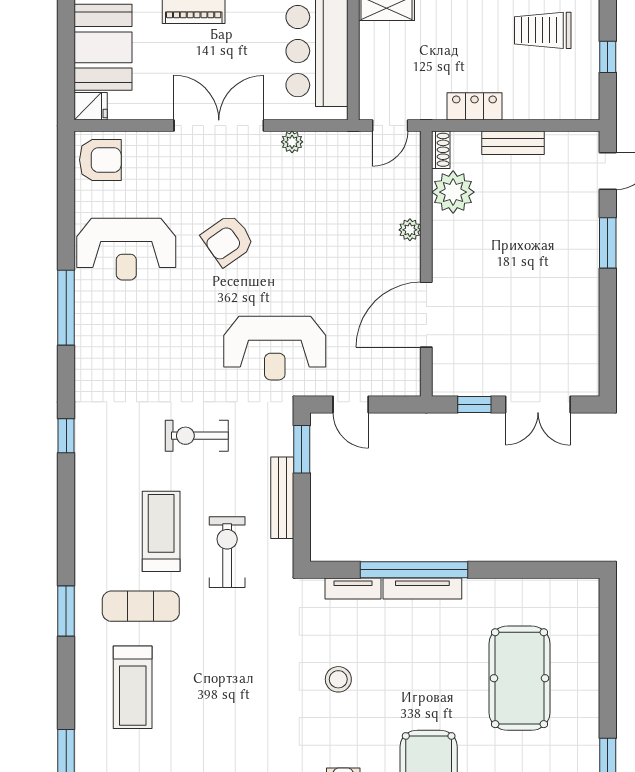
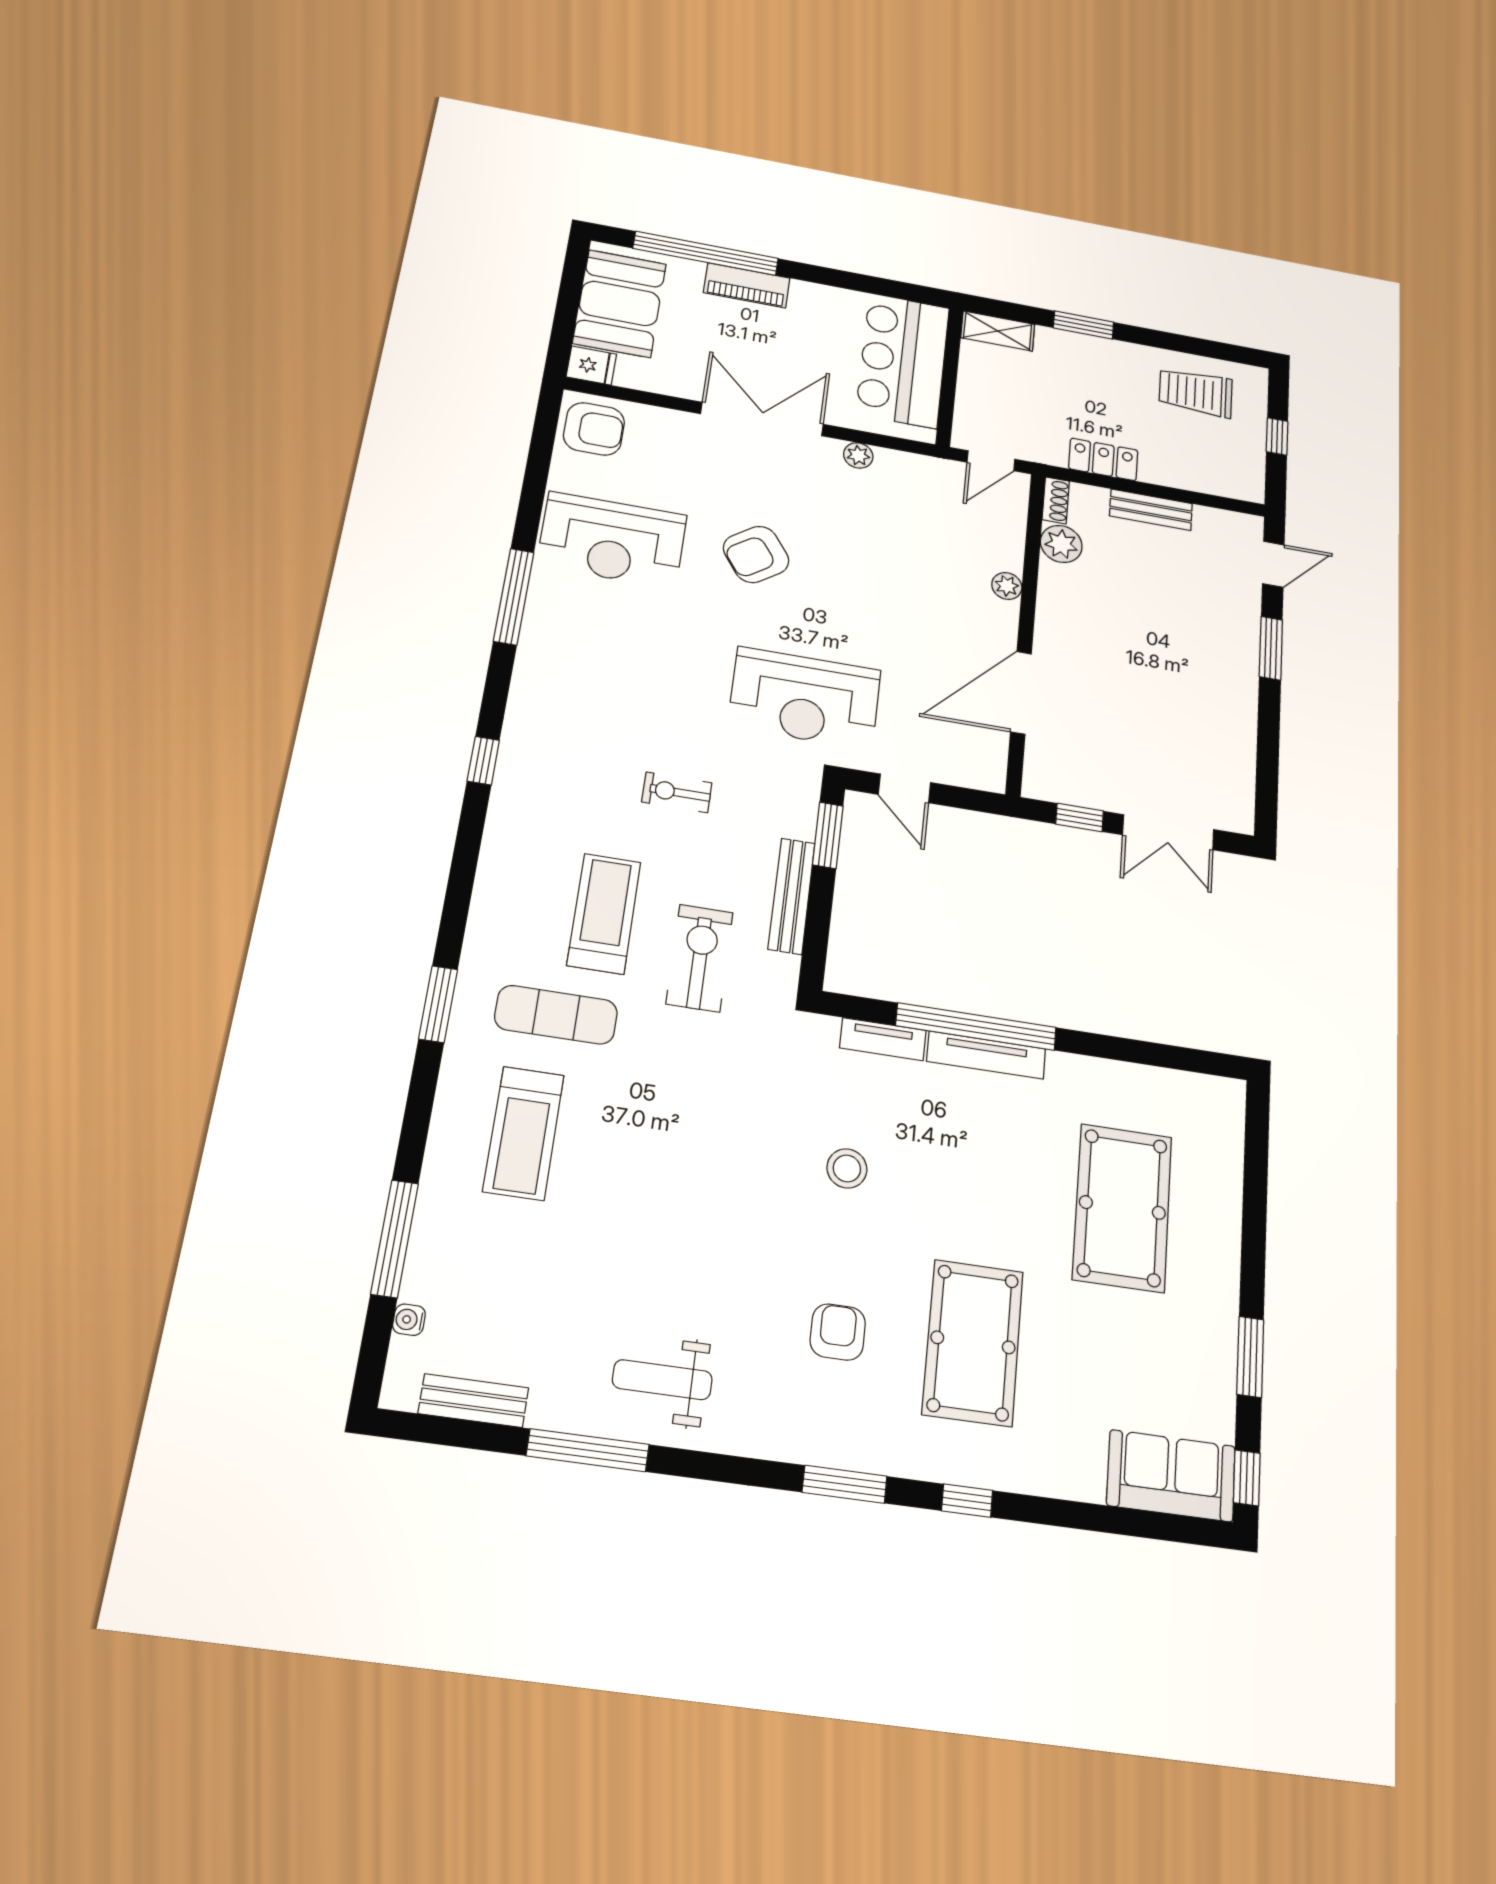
plant: (453, 192) -> (1061, 544), width x0.73, depth x0.73
exercise bike: (197, 436) -> (677, 792), width x0.73, depth x0.72

